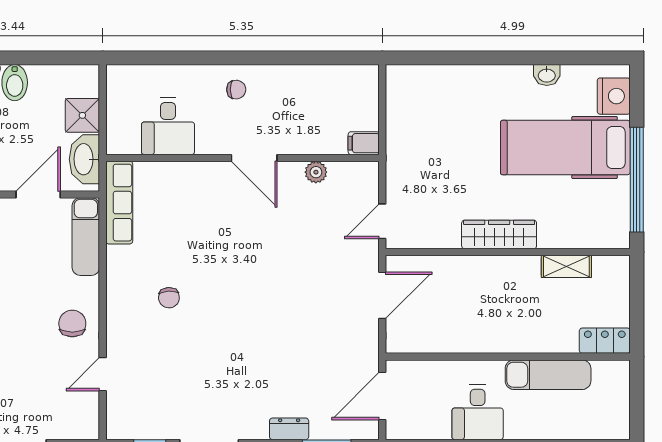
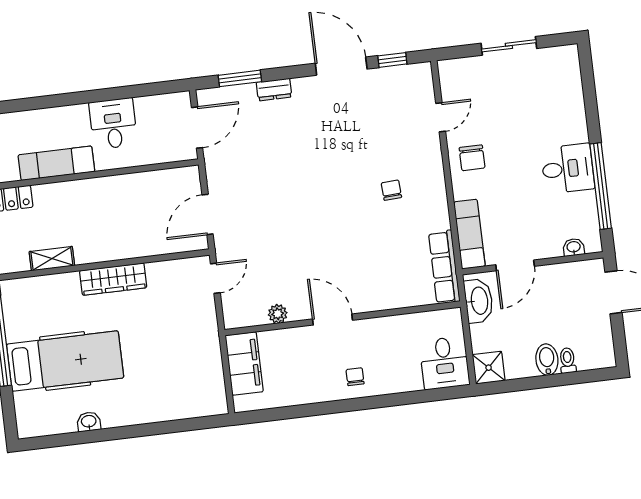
chair: (236, 90) -> (355, 377), turned 91
nightstand: (614, 96) -> (29, 410), removed
shower: (82, 115) -> (489, 368), moved
desk: (168, 126) -> (444, 363), moved, turned 180
filing cabinet: (364, 143) -> (244, 364), width x3.00, depth x1.17

